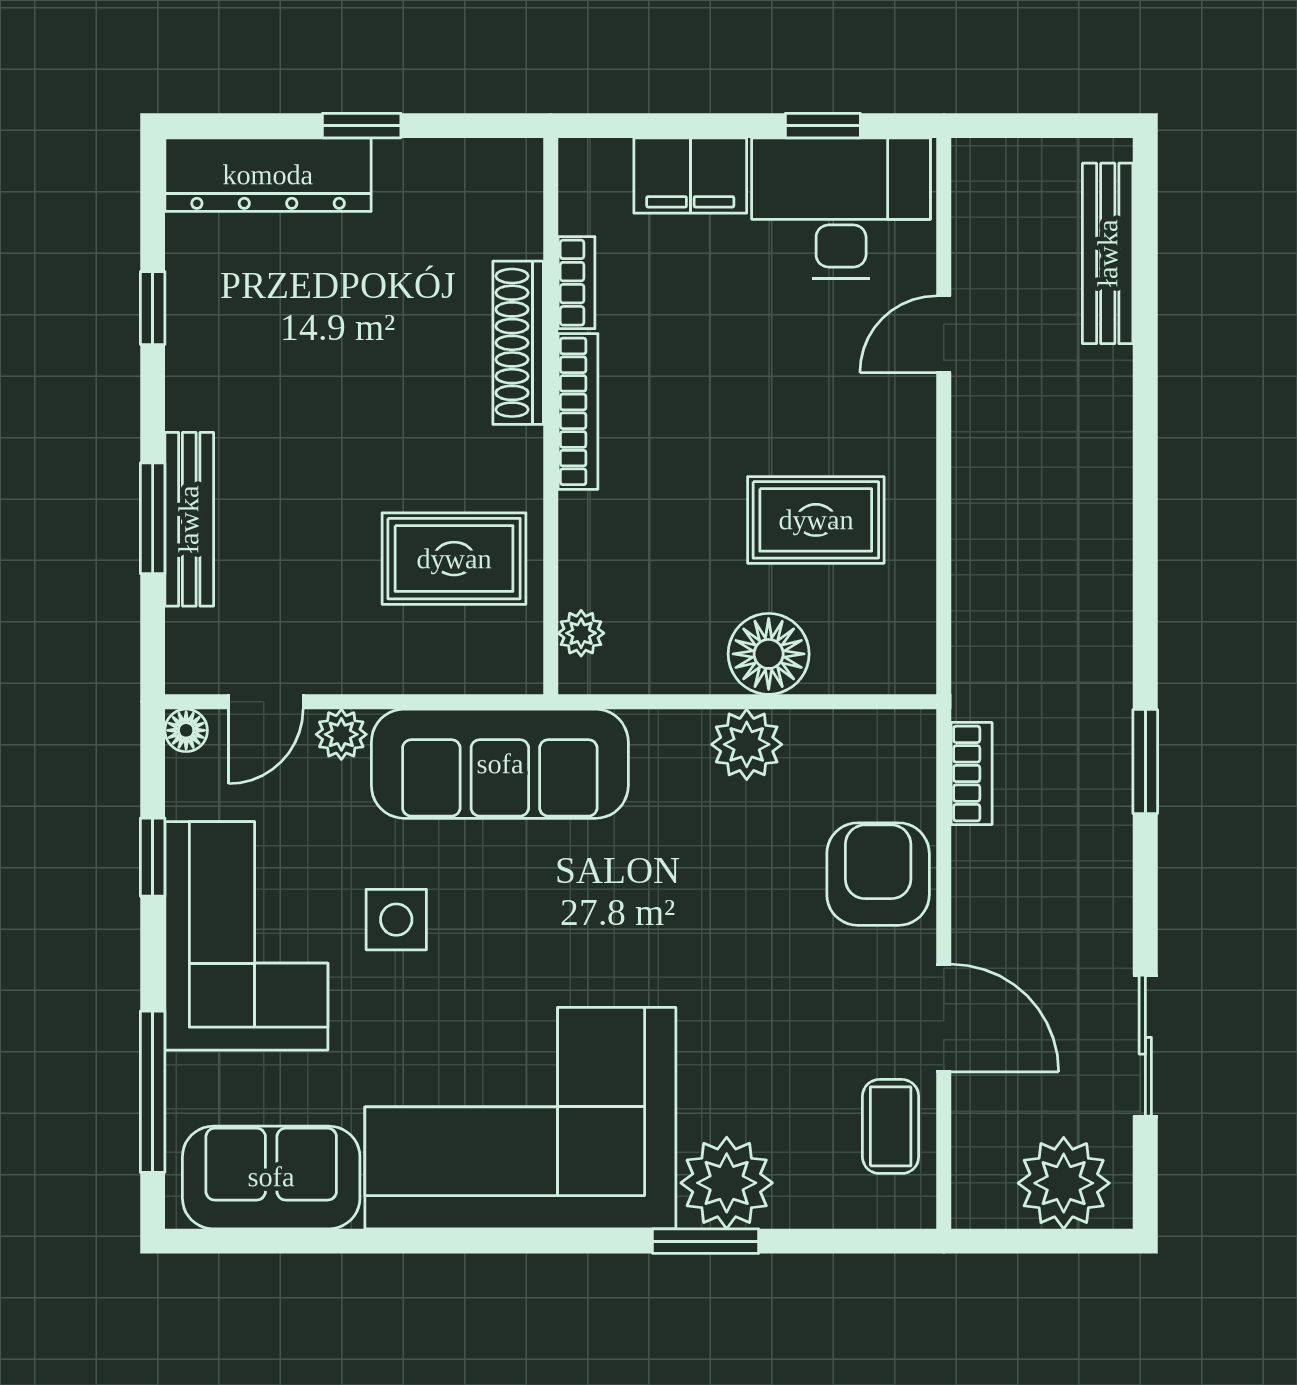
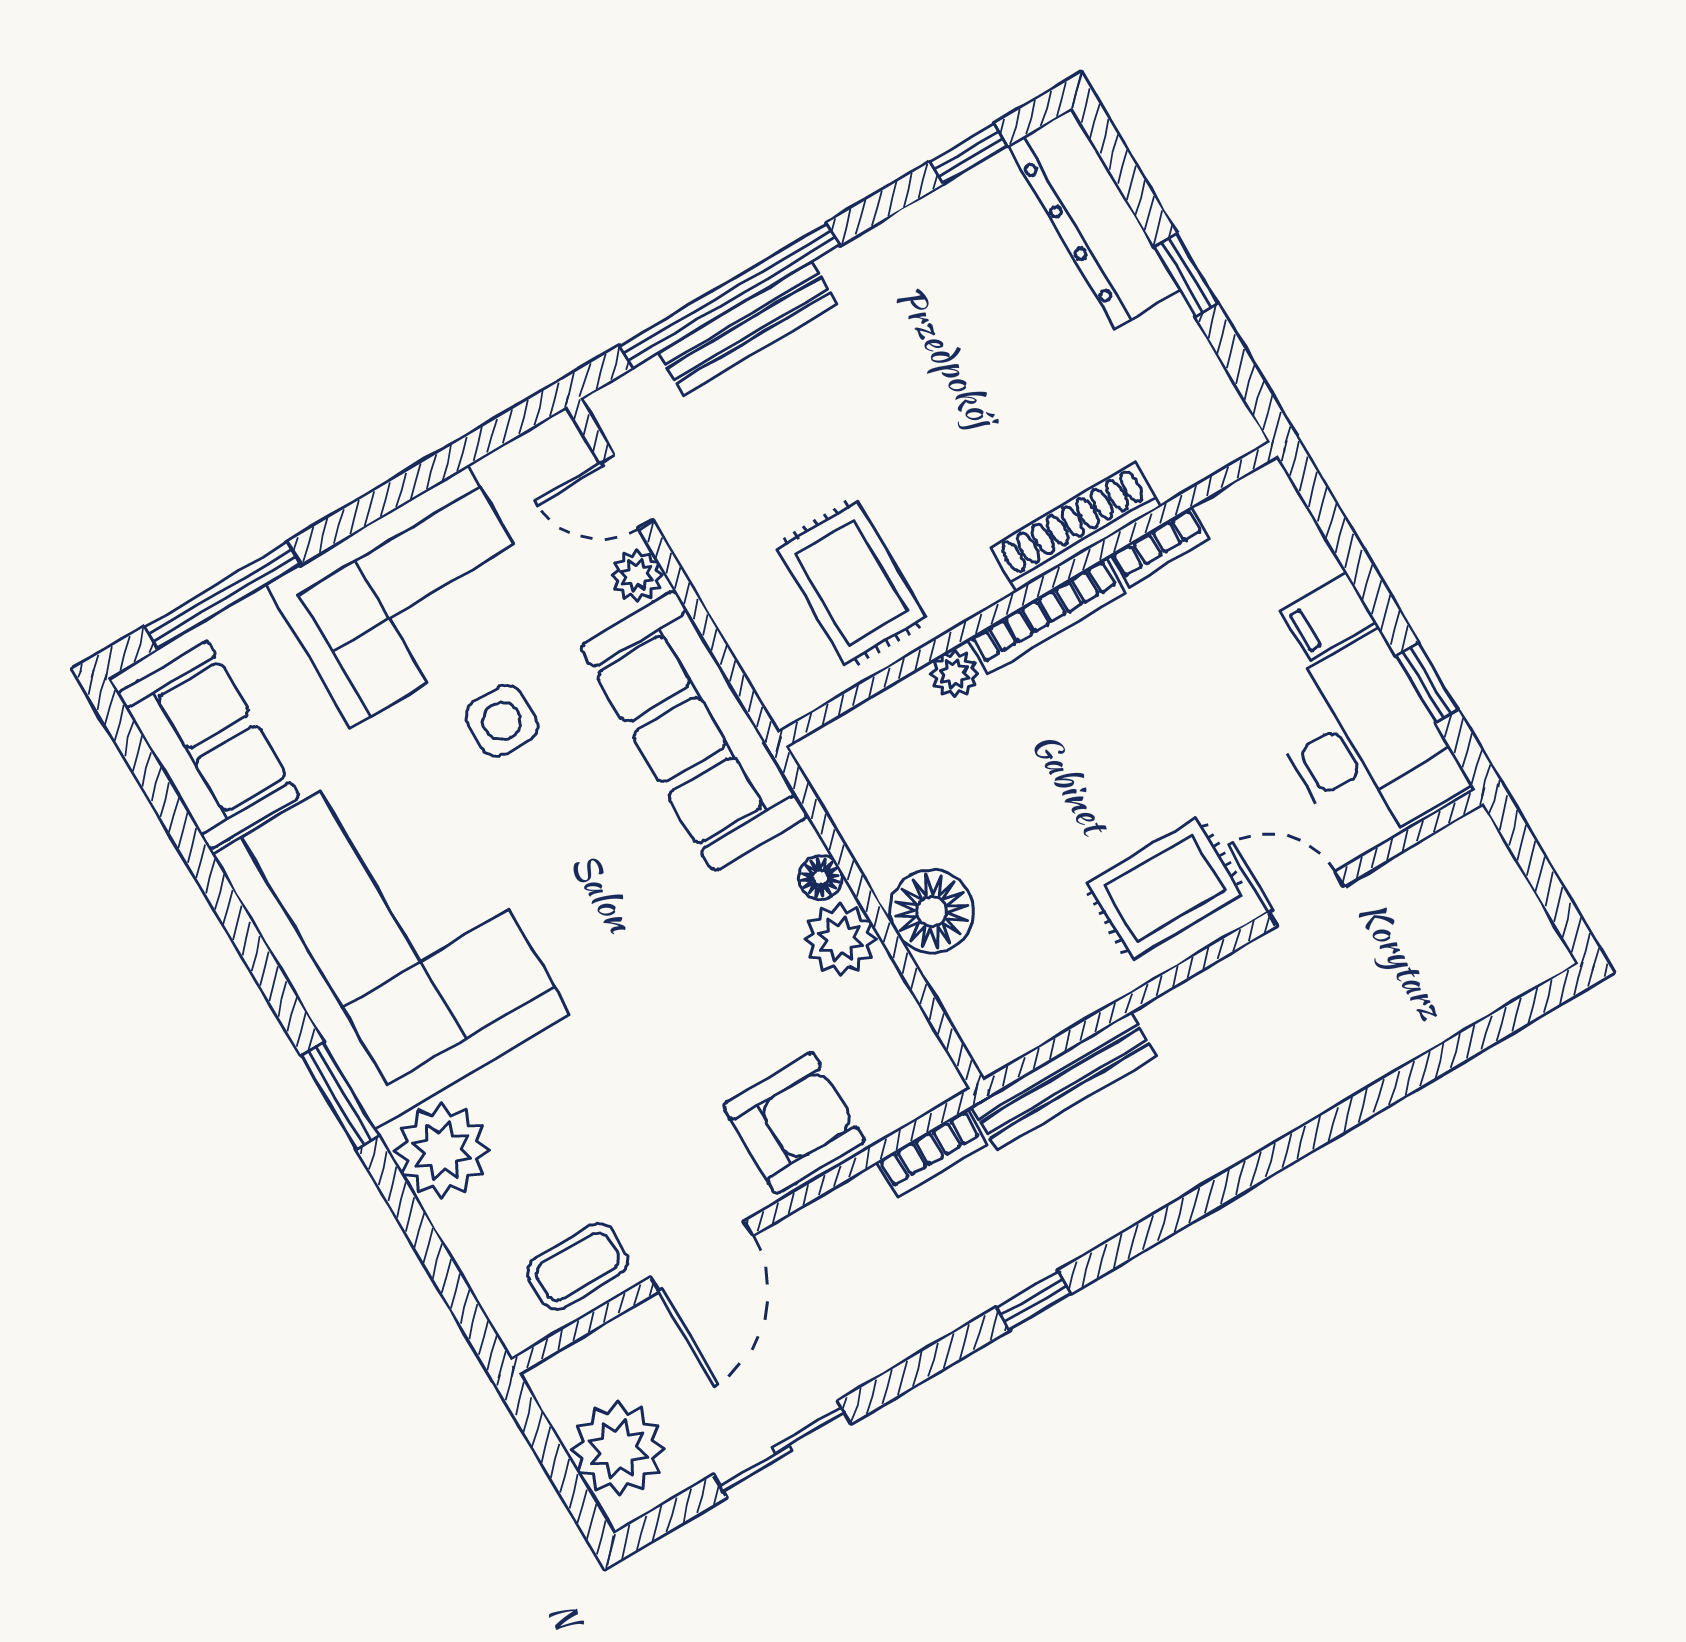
filing cabinet: (690, 175) -> (1328, 617), width x0.50
bench: (1108, 253) -> (1064, 1081), moved
window: (153, 308) -> (969, 154), moved
window: (153, 518) -> (729, 296), width x2.11
rug: (816, 520) -> (1165, 889), moved, turned 90
plant: (581, 633) -> (954, 674), moved
floor lamp: (186, 730) -> (820, 878), moved
window: (1145, 762) -> (1033, 1301), width x0.67
window: (153, 857) -> (430, 473), removed
window: (706, 1241) -> (340, 1096), moved

